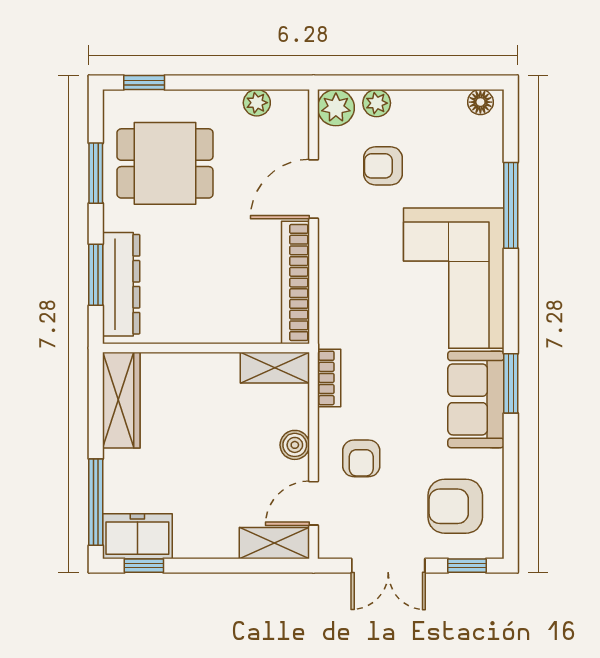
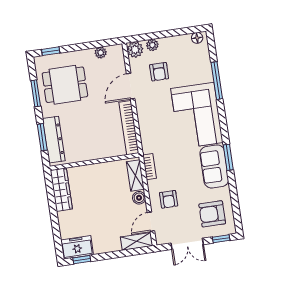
armchair: (383, 166) -> (159, 72), turned -90
shelving: (275, 368) -> (135, 175), moved, turned 90
window: (96, 502) -> (57, 235), removed

